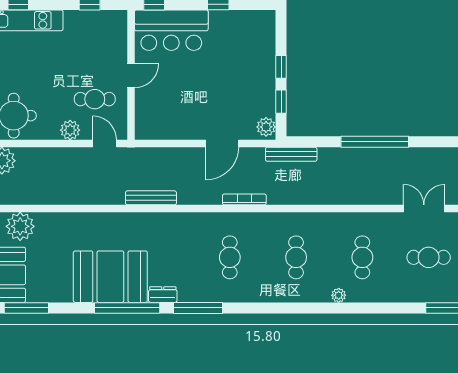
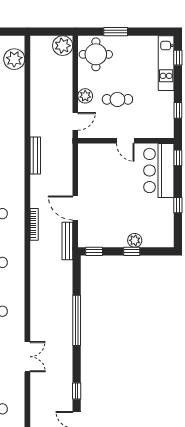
cafe table: (95, 99) -> (117, 99), moved, turned 90
window: (281, 102) -> (94, 251), moved
plant: (266, 127) -> (135, 240), moved
bench: (291, 154) -> (67, 241), moved

